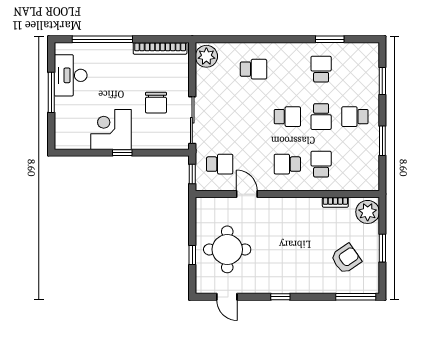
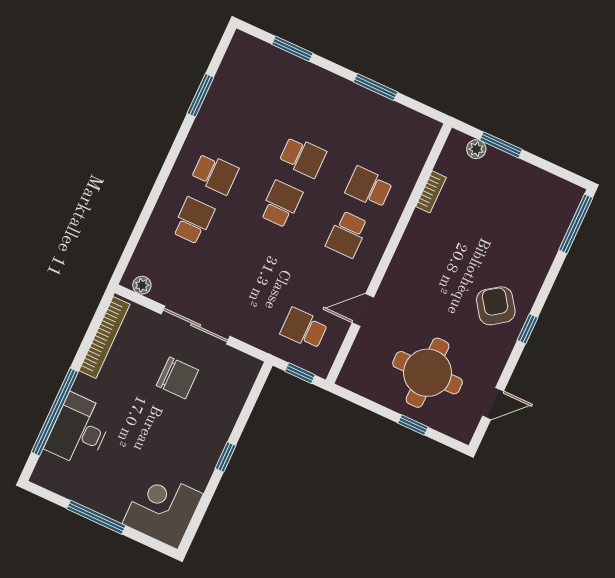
plant: (206, 56) -> (142, 285), width x0.53, depth x0.53
school desk: (321, 69) -> (215, 174), moved, turned 180
desk: (71, 75) -> (79, 430), moved, turned 90
school desk: (355, 117) -> (324, 110), removed
sliding door: (192, 120) -> (196, 325), moved
corner desk: (111, 129) -> (163, 509), moved, turned 90
school desk: (220, 164) -> (304, 329), turned -90
plant: (368, 212) -> (476, 149), width x0.53, depth x0.53
window: (382, 248) -> (501, 145), moved
armchair: (346, 259) -> (496, 306), moved

